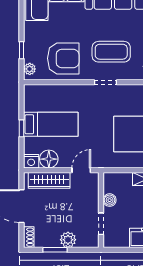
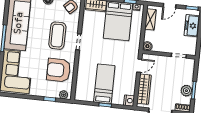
armchair: (63, 58) -> (59, 70), turned -90
floor lamp: (49, 159) -> (129, 88), removed
door: (81, 170) -> (139, 66), swing flipped
boiler: (110, 200) -> (147, 46), moved
plant: (68, 240) -> (186, 91), moved

